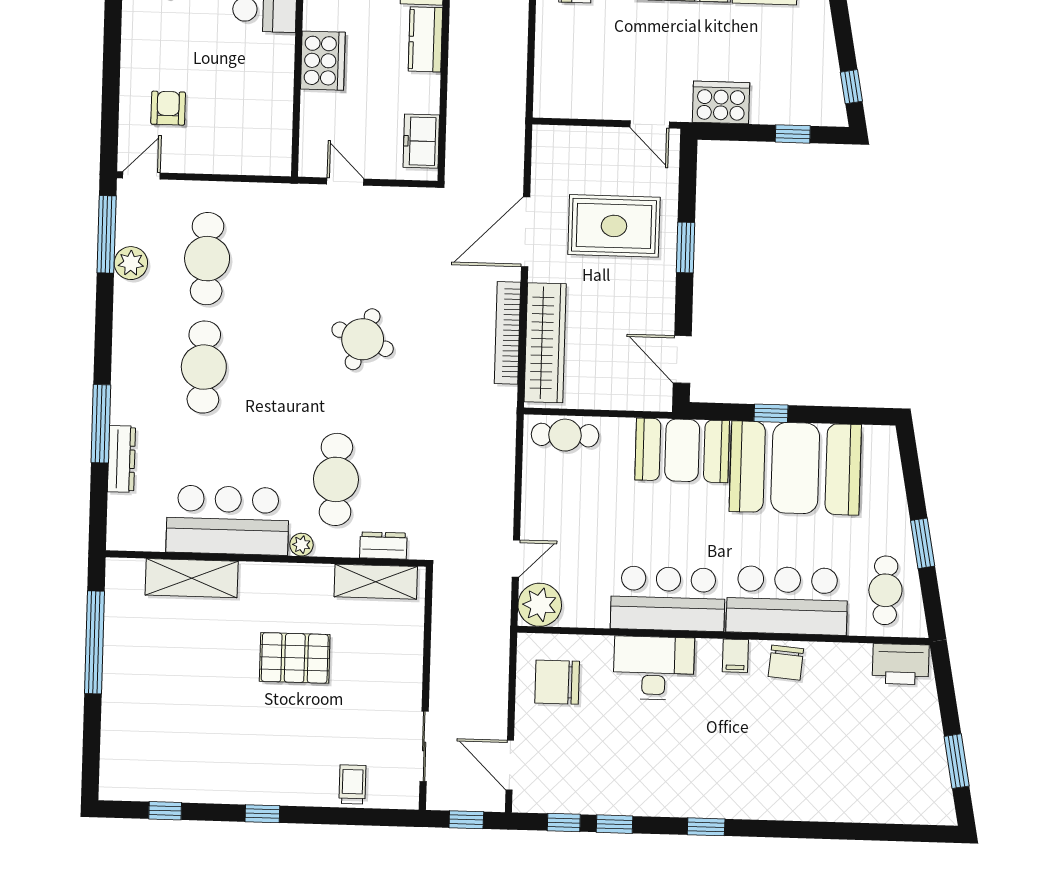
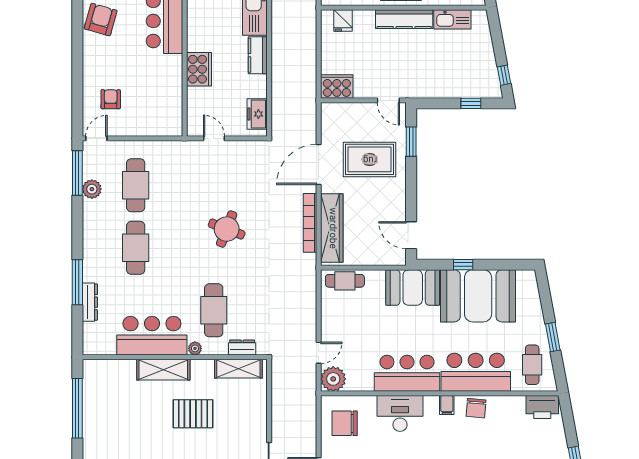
cooker: (721, 102) -> (337, 87), moved
window: (686, 247) -> (411, 142), moved
shelving: (192, 578) -> (163, 370), moved

